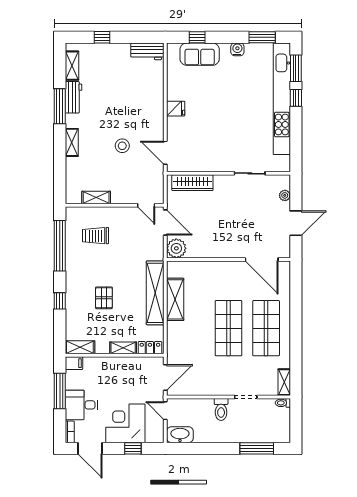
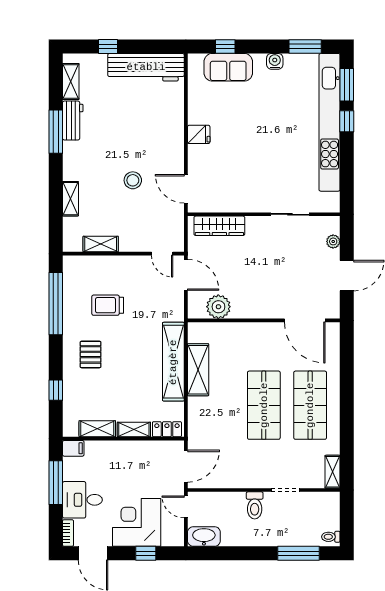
workbench: (147, 51) -> (146, 67), width x1.88, depth x1.32
shelving: (72, 142) -> (70, 199), moved
trolley: (96, 236) -> (108, 305), moved
plant: (176, 248) -> (218, 307), moved
pallet: (104, 298) -> (91, 354), moved
window: (60, 301) -> (56, 390), moved
shelving: (80, 347) -> (97, 429), moved
toilet: (283, 403) -> (331, 537), moved

